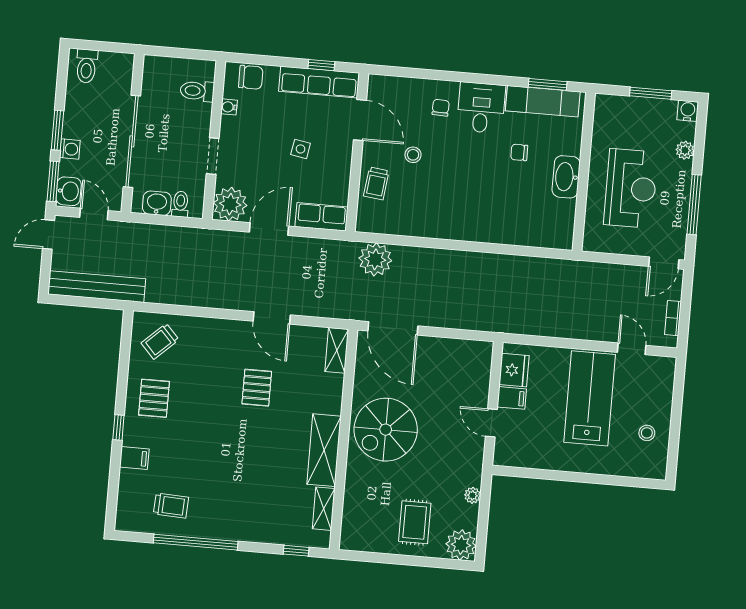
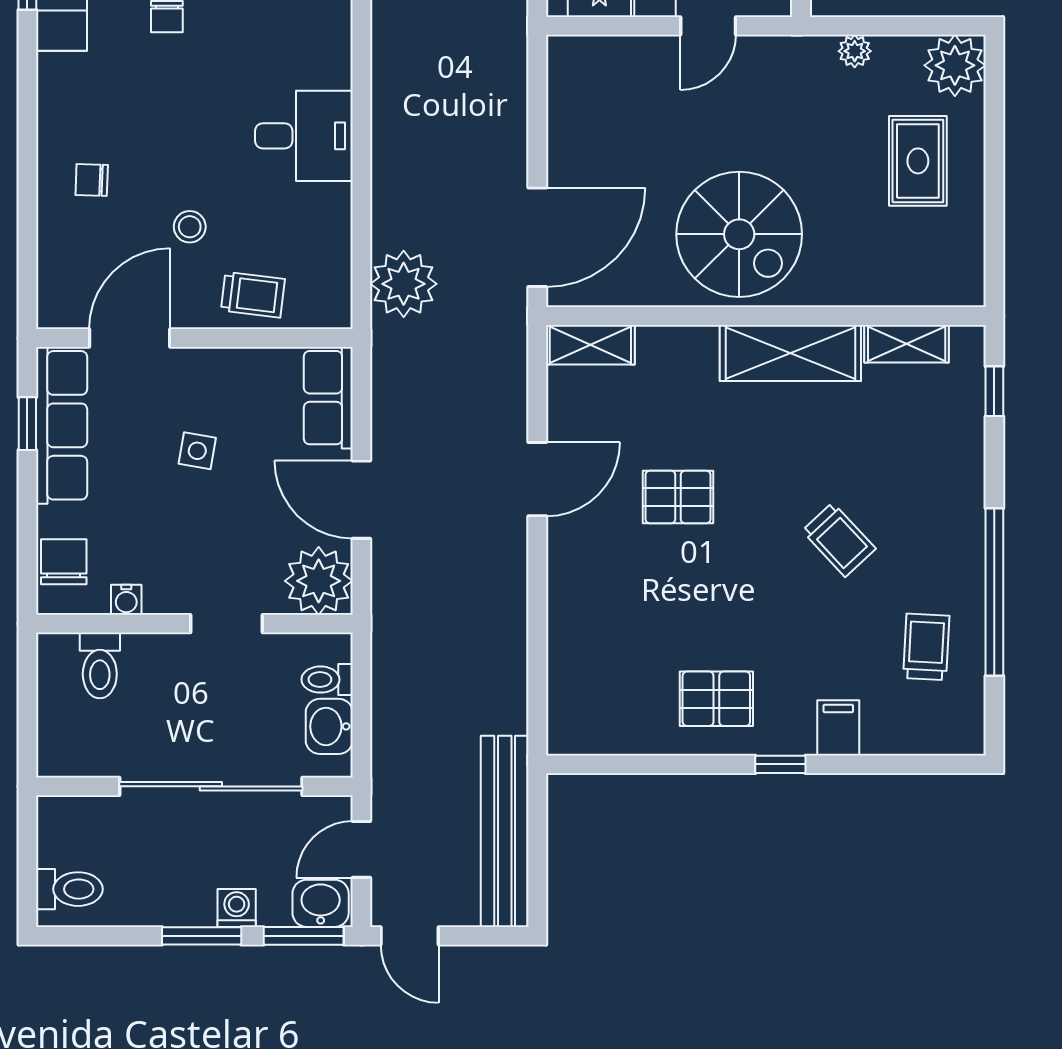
desk: (481, 108) -> (304, 136), moved, turned 180
trolley: (160, 341) -> (839, 540), moved
rug: (415, 522) -> (918, 161), turned 90

